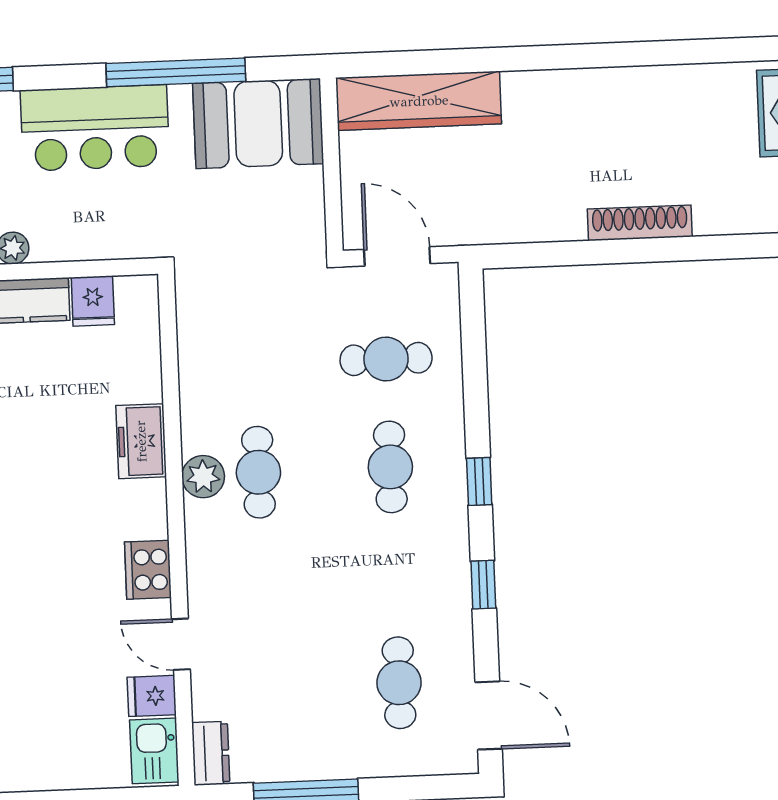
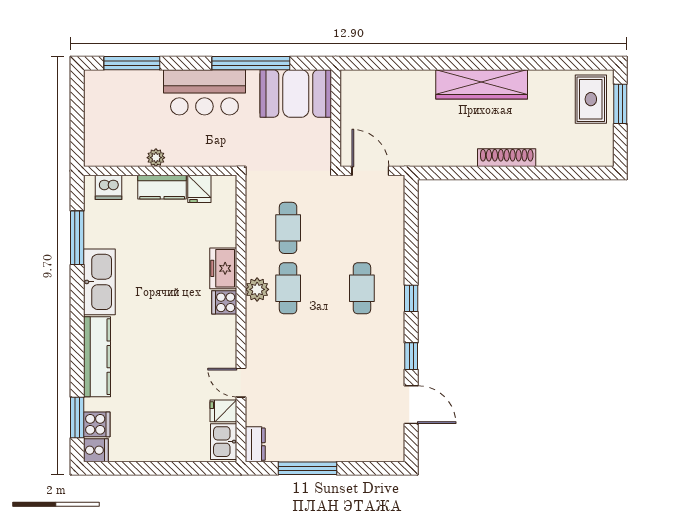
wardrobe: (419, 101) -> (482, 84), moved
cafe table: (386, 359) -> (288, 228), moved, turned 90
cooker: (148, 570) -> (224, 302), moved, width x0.73
cafe table: (399, 683) -> (362, 409), removed
door: (489, 715) -> (411, 405), moved

